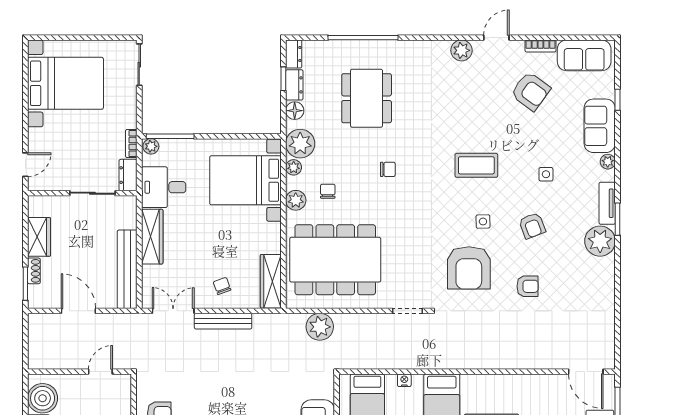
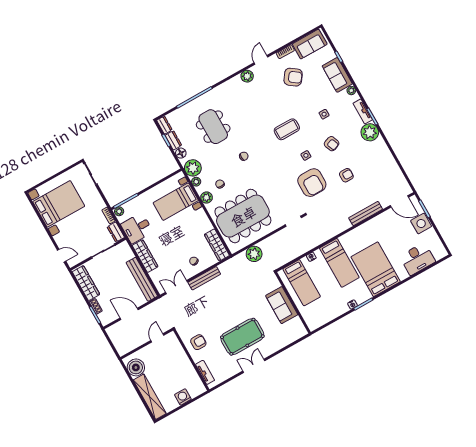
door: (25, 165) -> (62, 256), hinge flipped
bed with nightstands: (245, 180) -> (176, 202), width x0.73
wardrobe: (39, 237) -> (86, 283), width x1.50
bench: (524, 361) -> (366, 214), added

